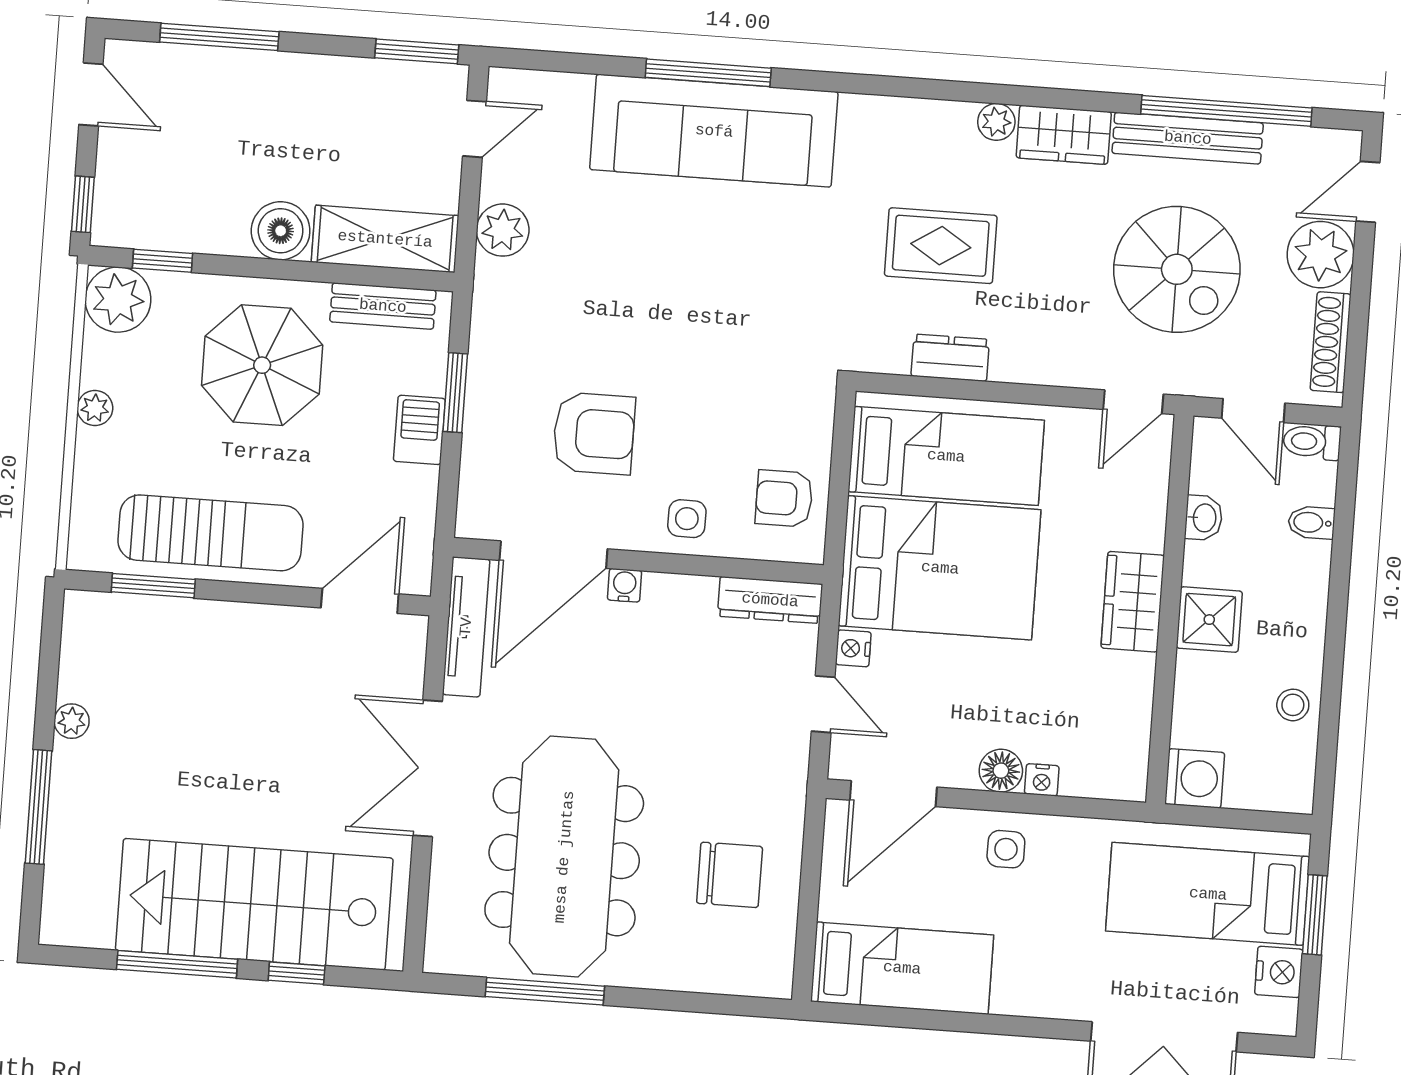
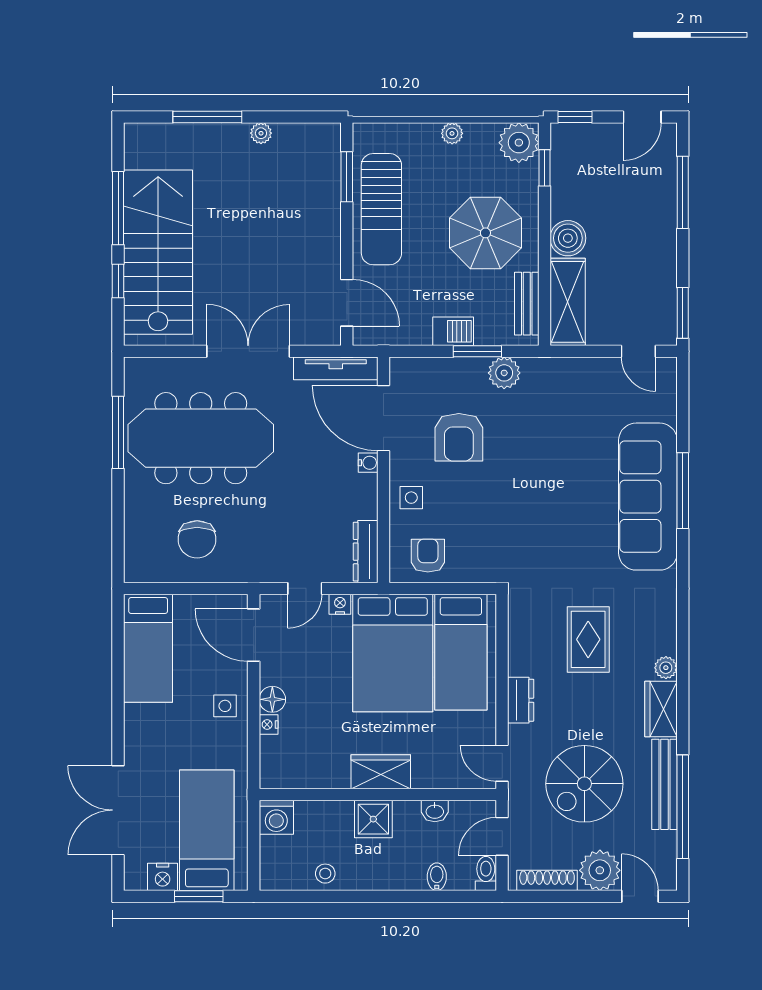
plant: (503, 230) -> (504, 373), moved
dresser: (950, 358) -> (521, 700), moved

